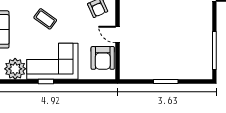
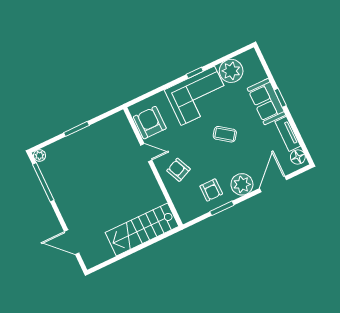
plant: (207, 74) -> (40, 156), added

